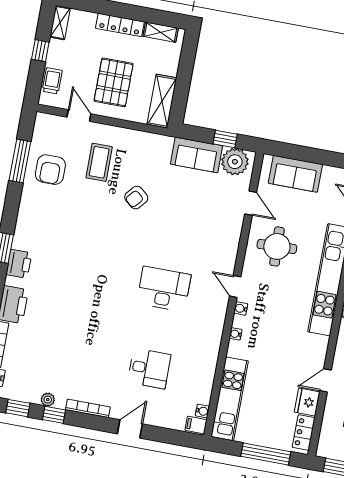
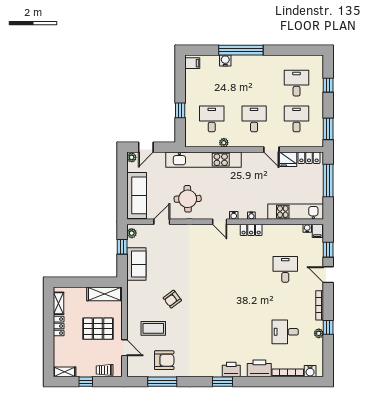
locker: (120, 25) -> (59, 326), width x0.66
door: (79, 115) -> (124, 348), swing flipped
plant: (235, 162) -> (132, 233), width x0.53, depth x0.53
sofa: (295, 174) -> (137, 195), width x1.36
armchair: (136, 197) -> (172, 299), turned 102
door: (235, 286) -> (220, 222), hinge flipped
desk: (164, 289) -> (285, 332), moved, width x0.73
locker: (215, 330) -> (251, 230), added
window: (18, 408) -> (328, 250), moved

